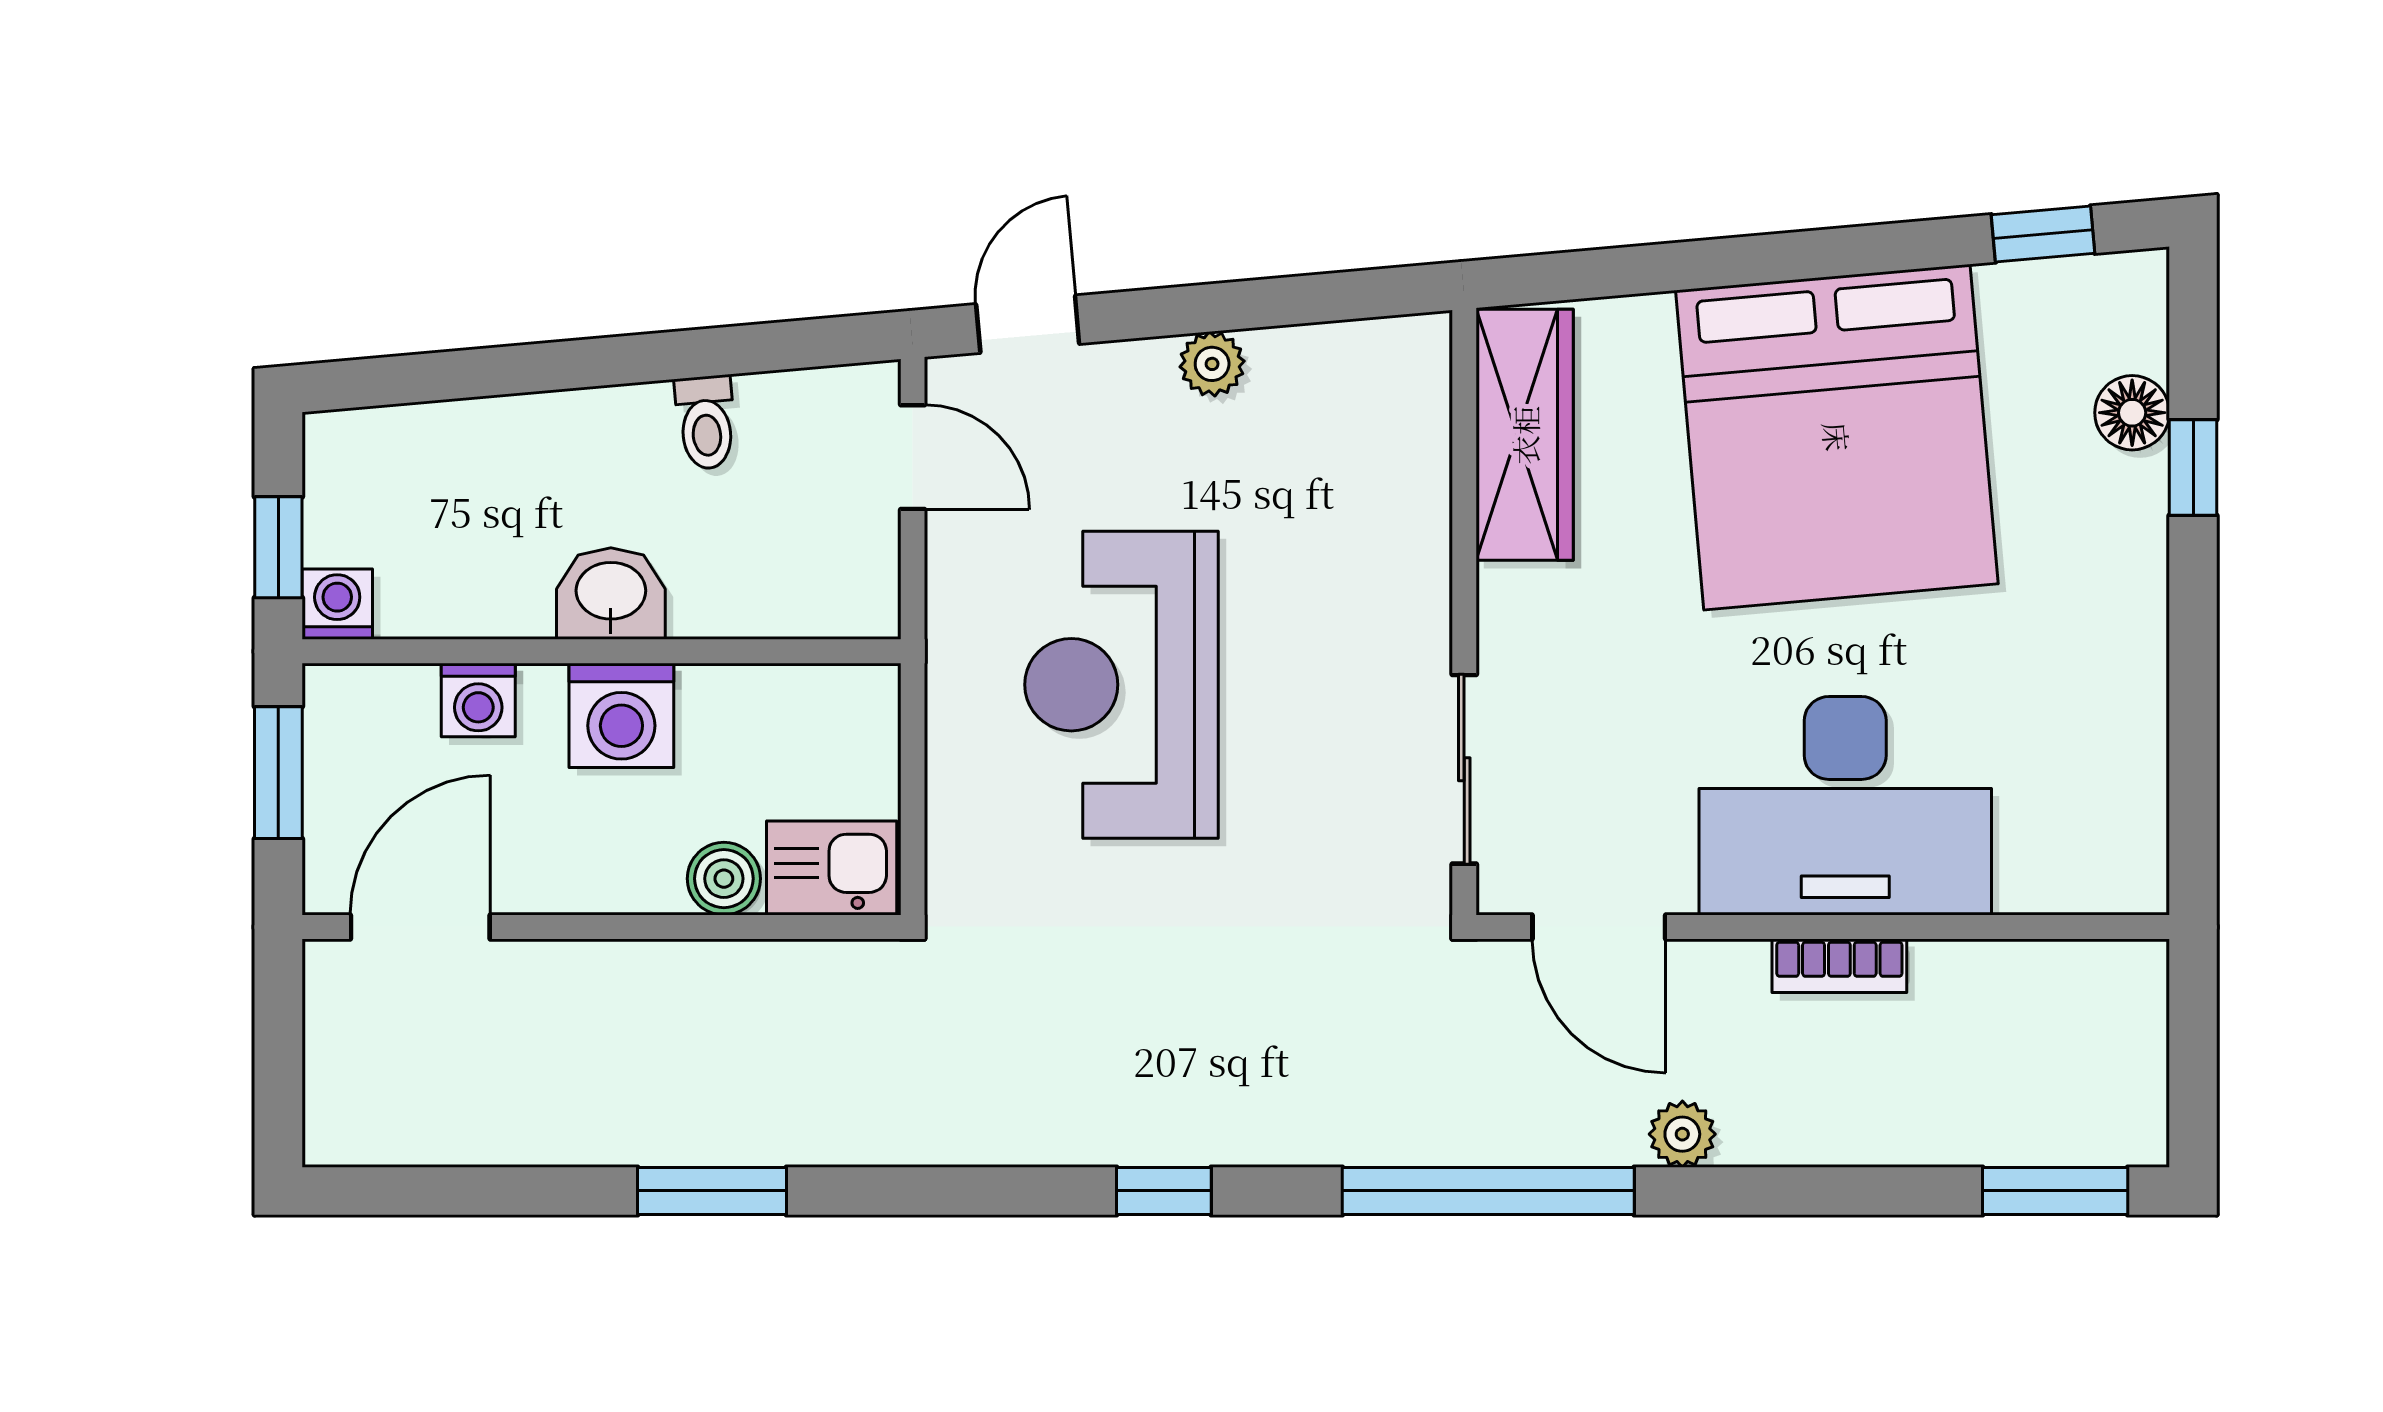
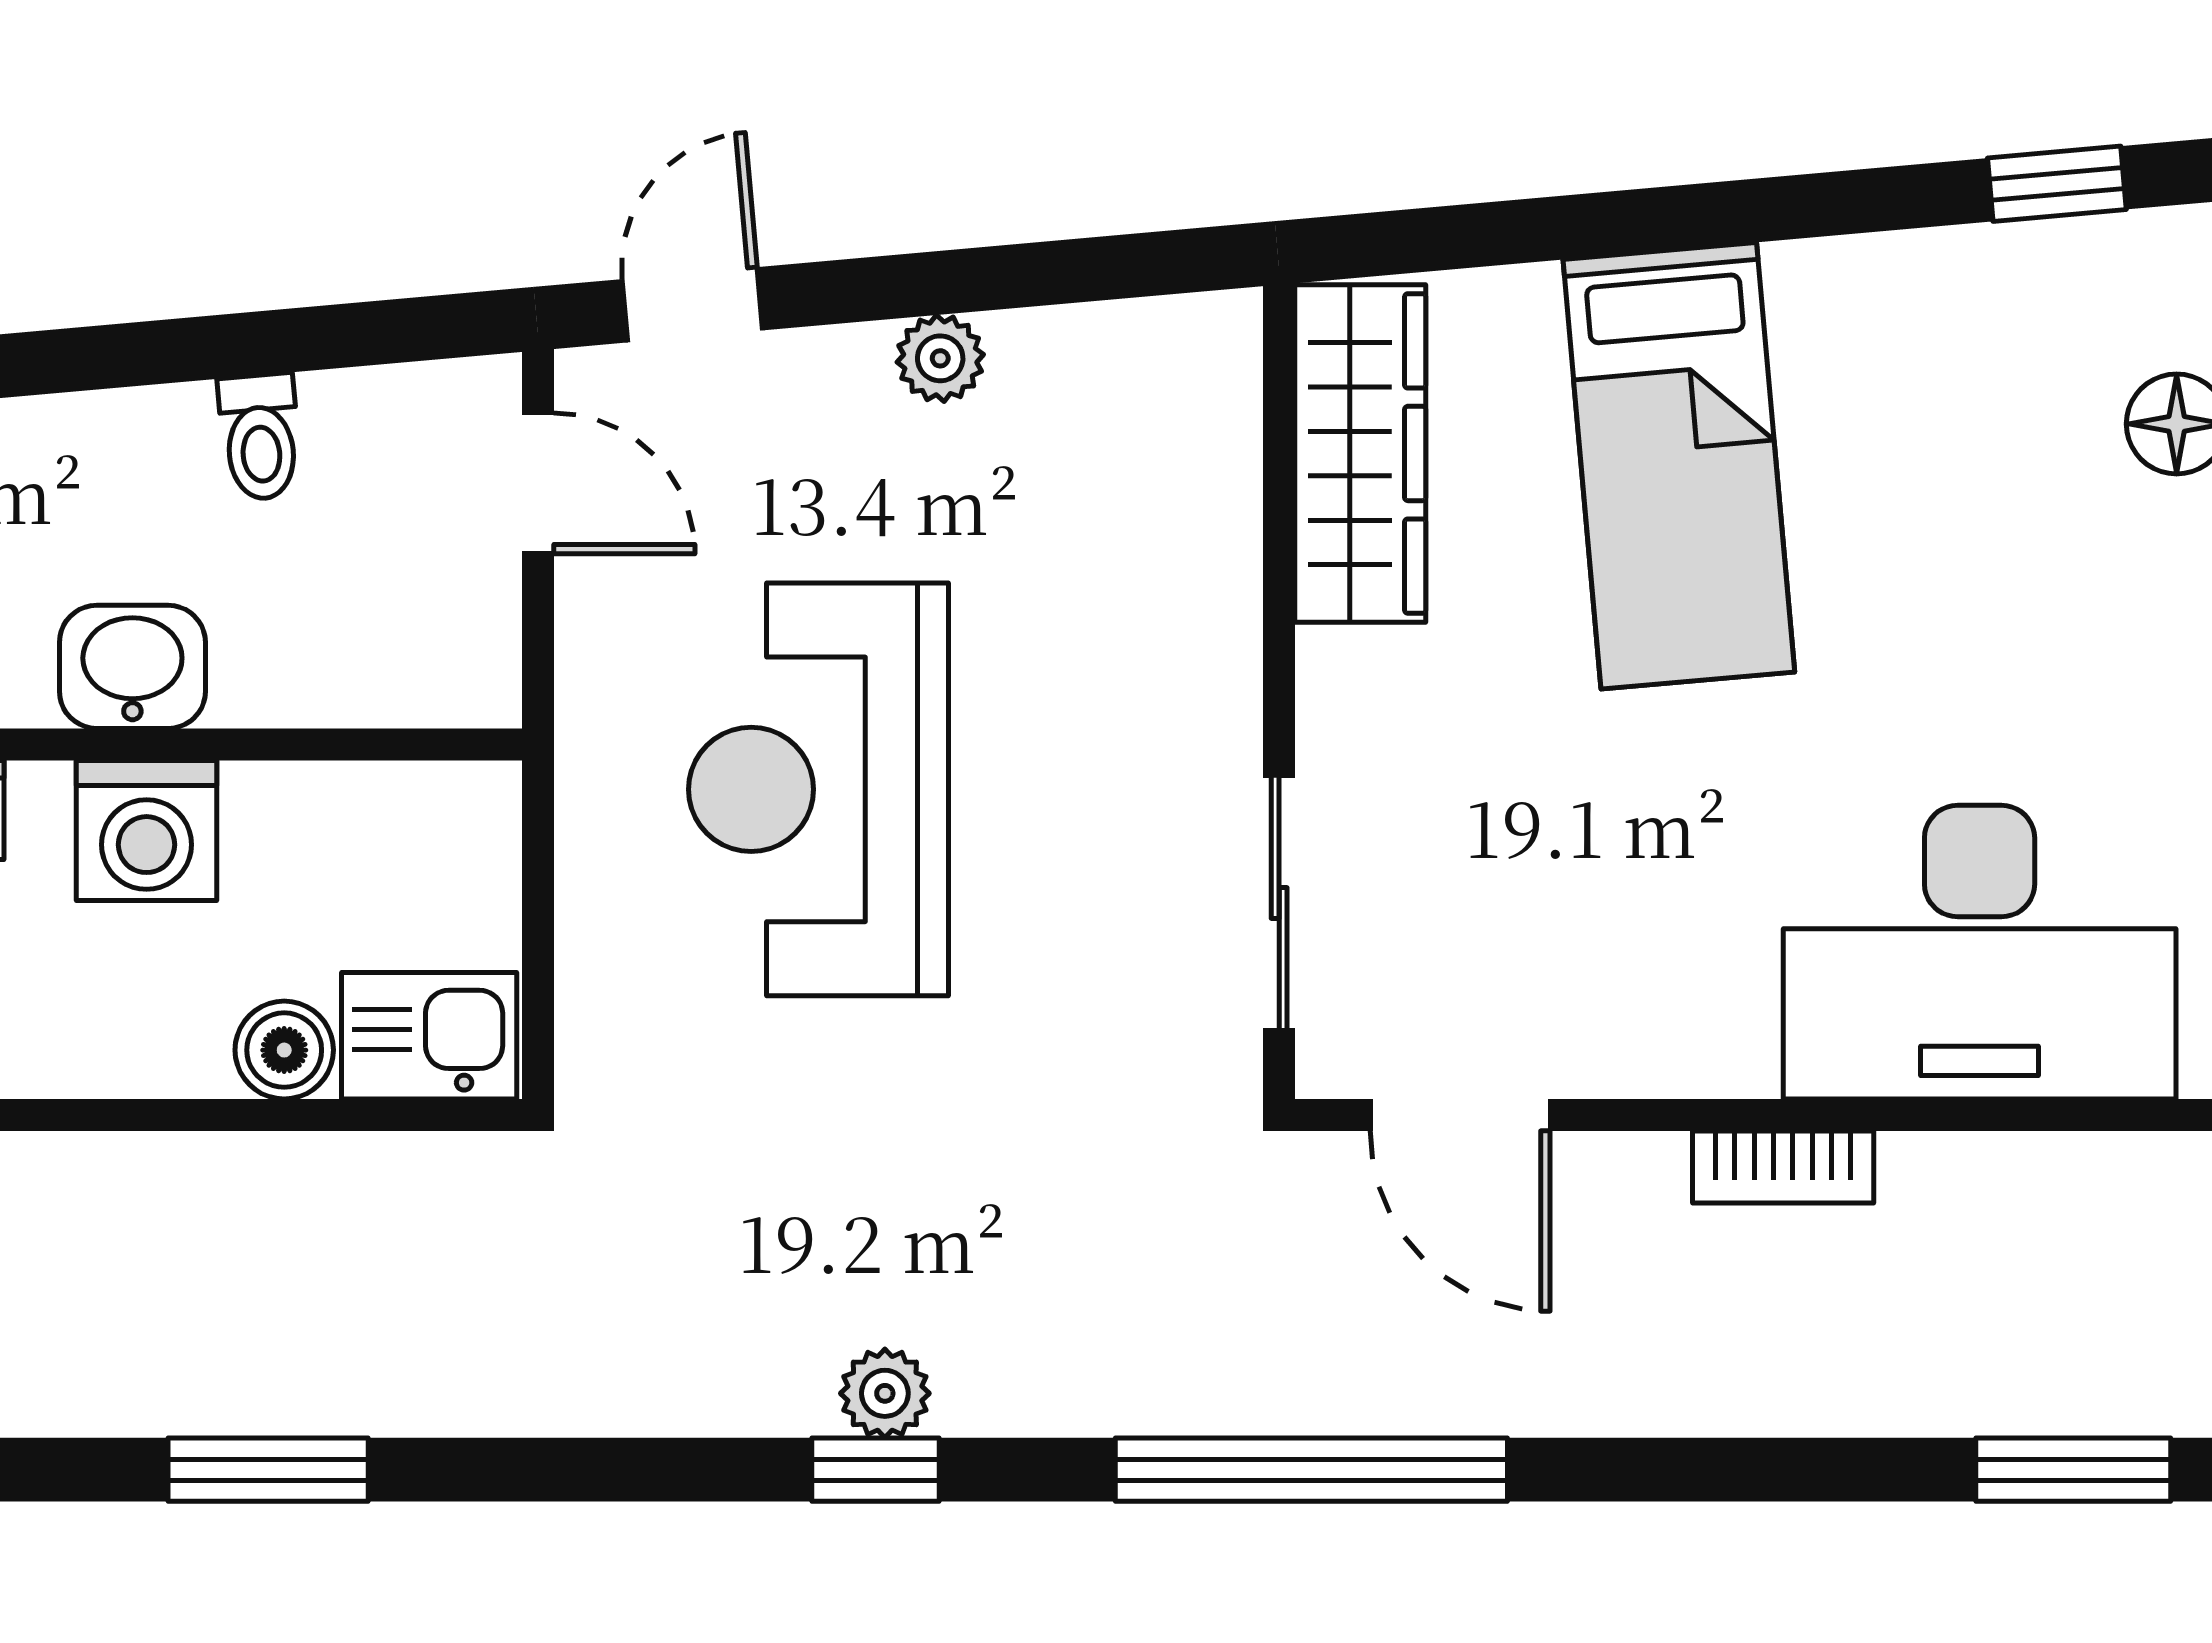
bed: (1837, 437) -> (1679, 466), width x0.49
desk: (1845, 806) -> (1980, 952), moved
plant: (1682, 1134) -> (885, 1393), moved

